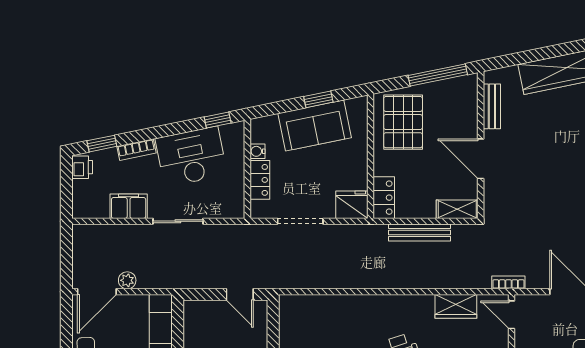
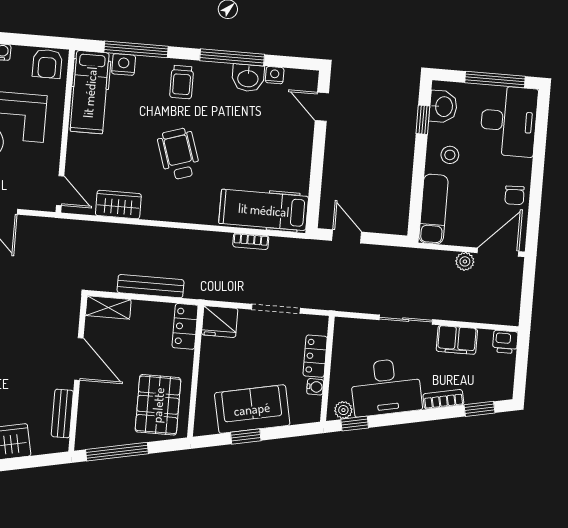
plant: (229, 132) -> (343, 410), added
printer: (82, 167) -> (505, 342), moved, turned -90
bookcase: (508, 282) -> (251, 241), moved
hospital bed: (320, 313) -> (264, 210), added

